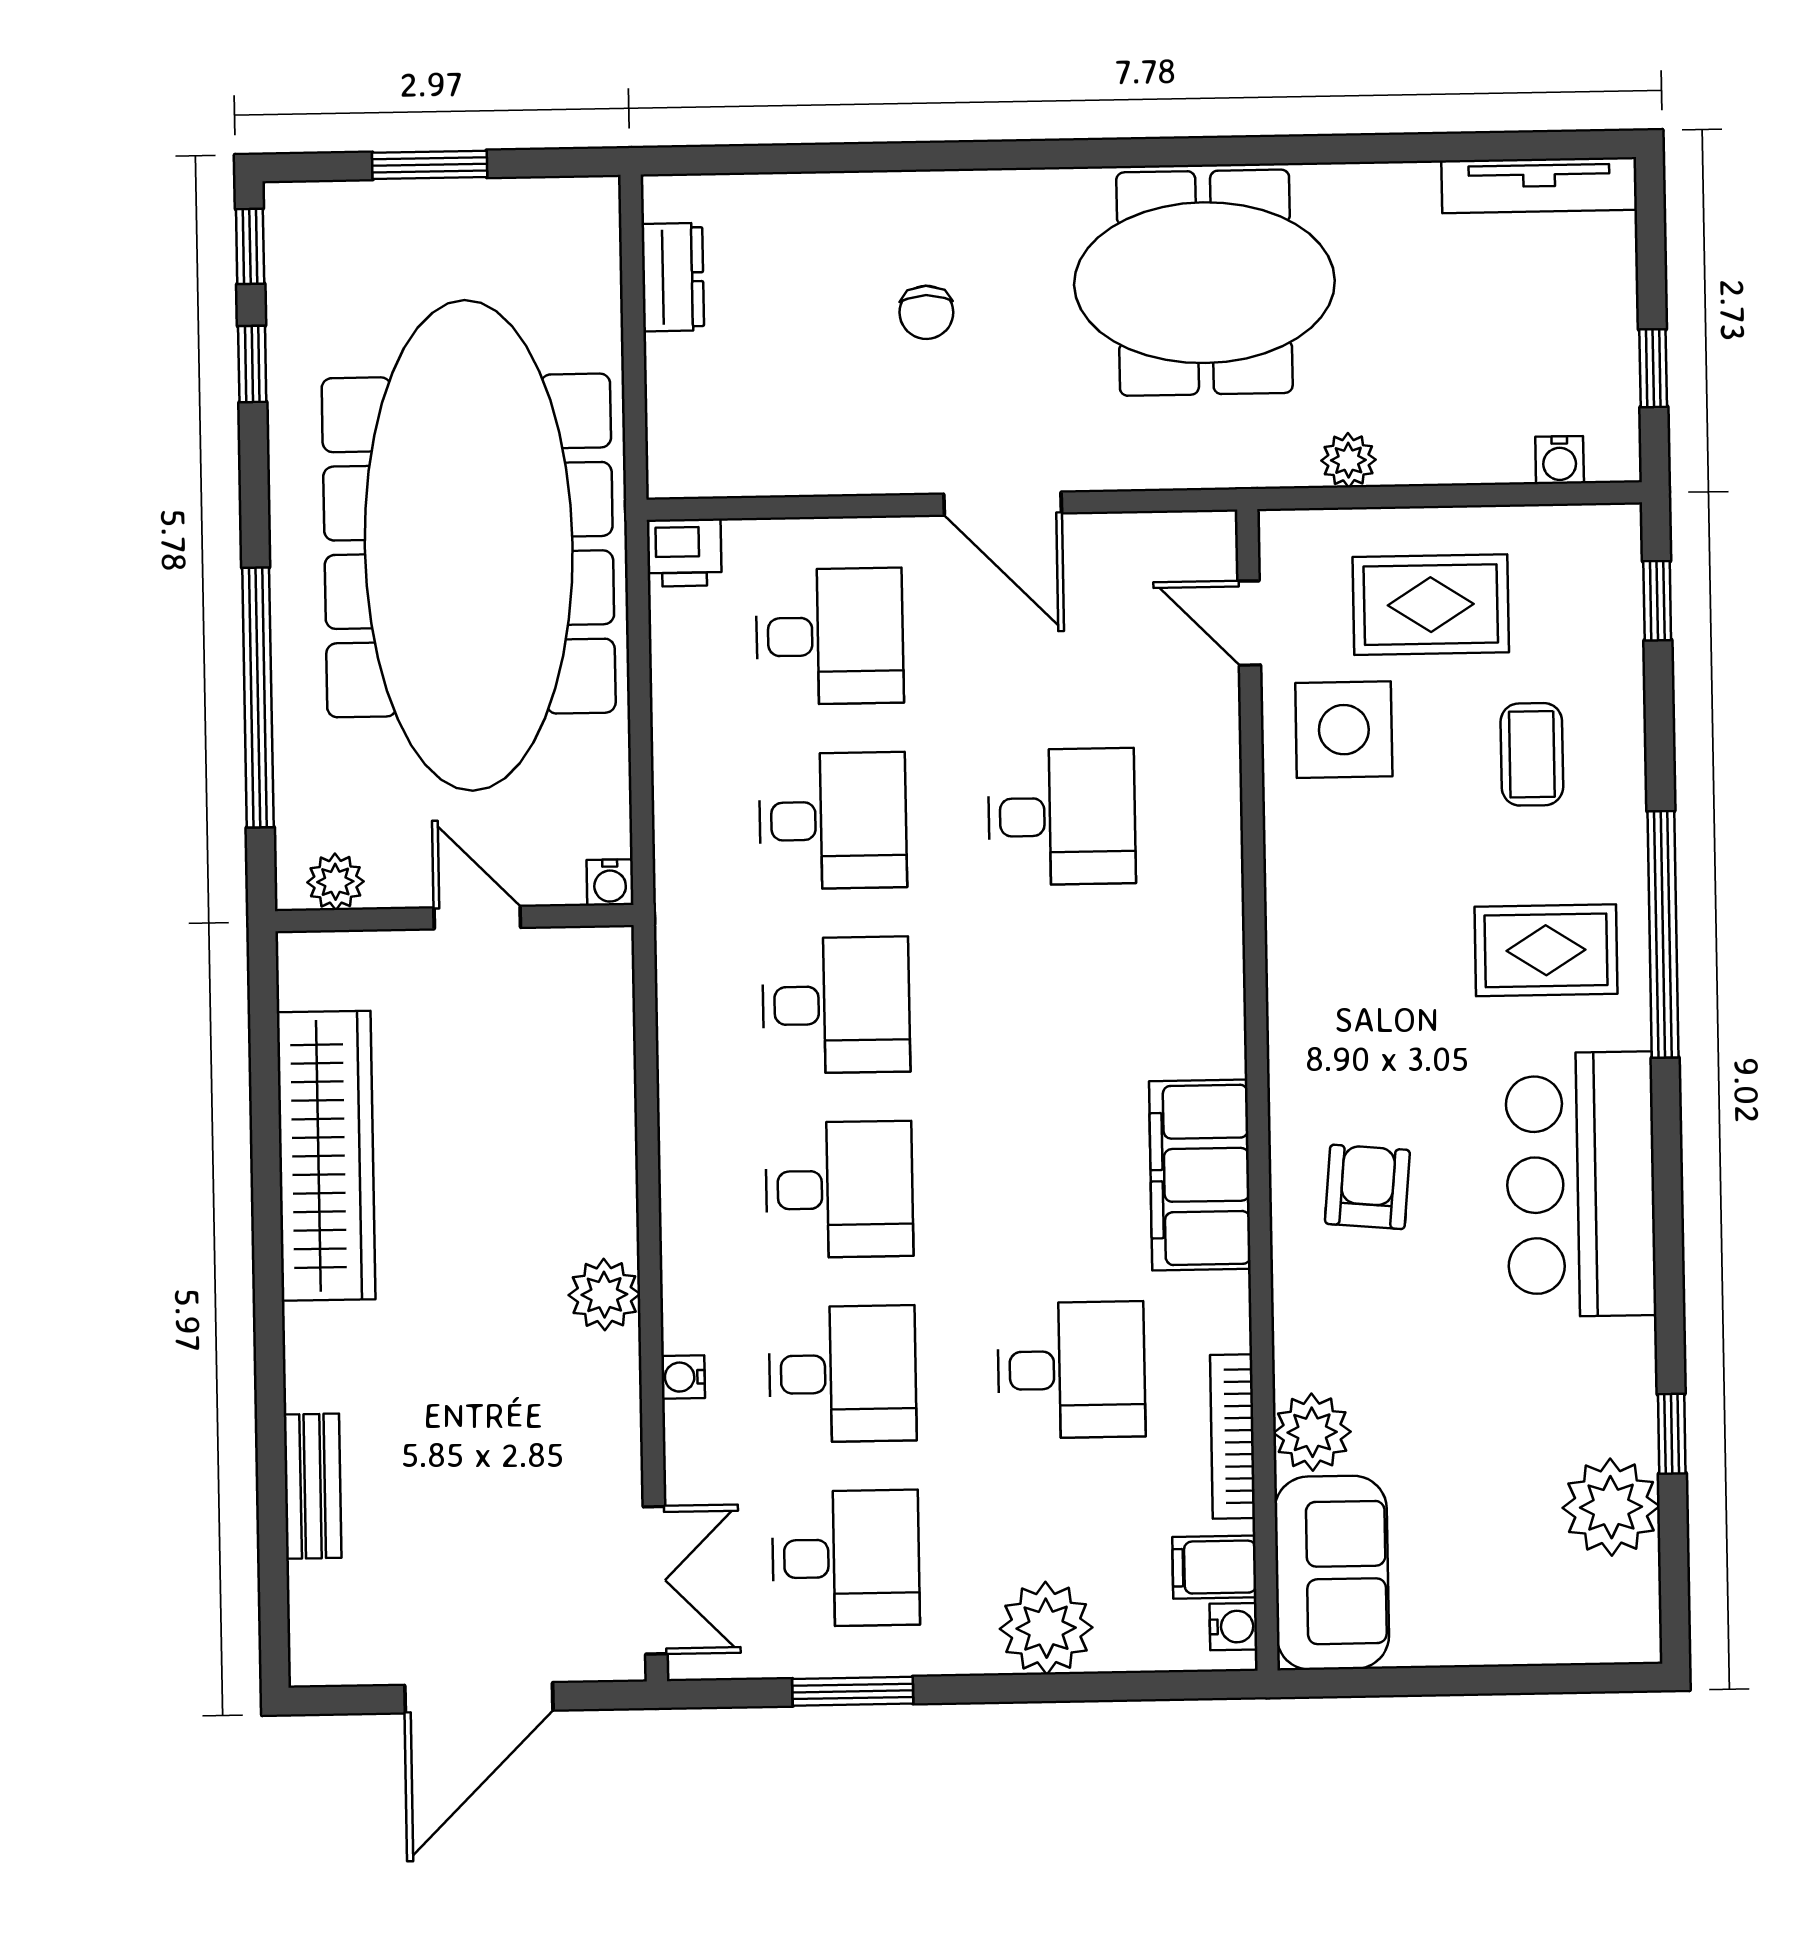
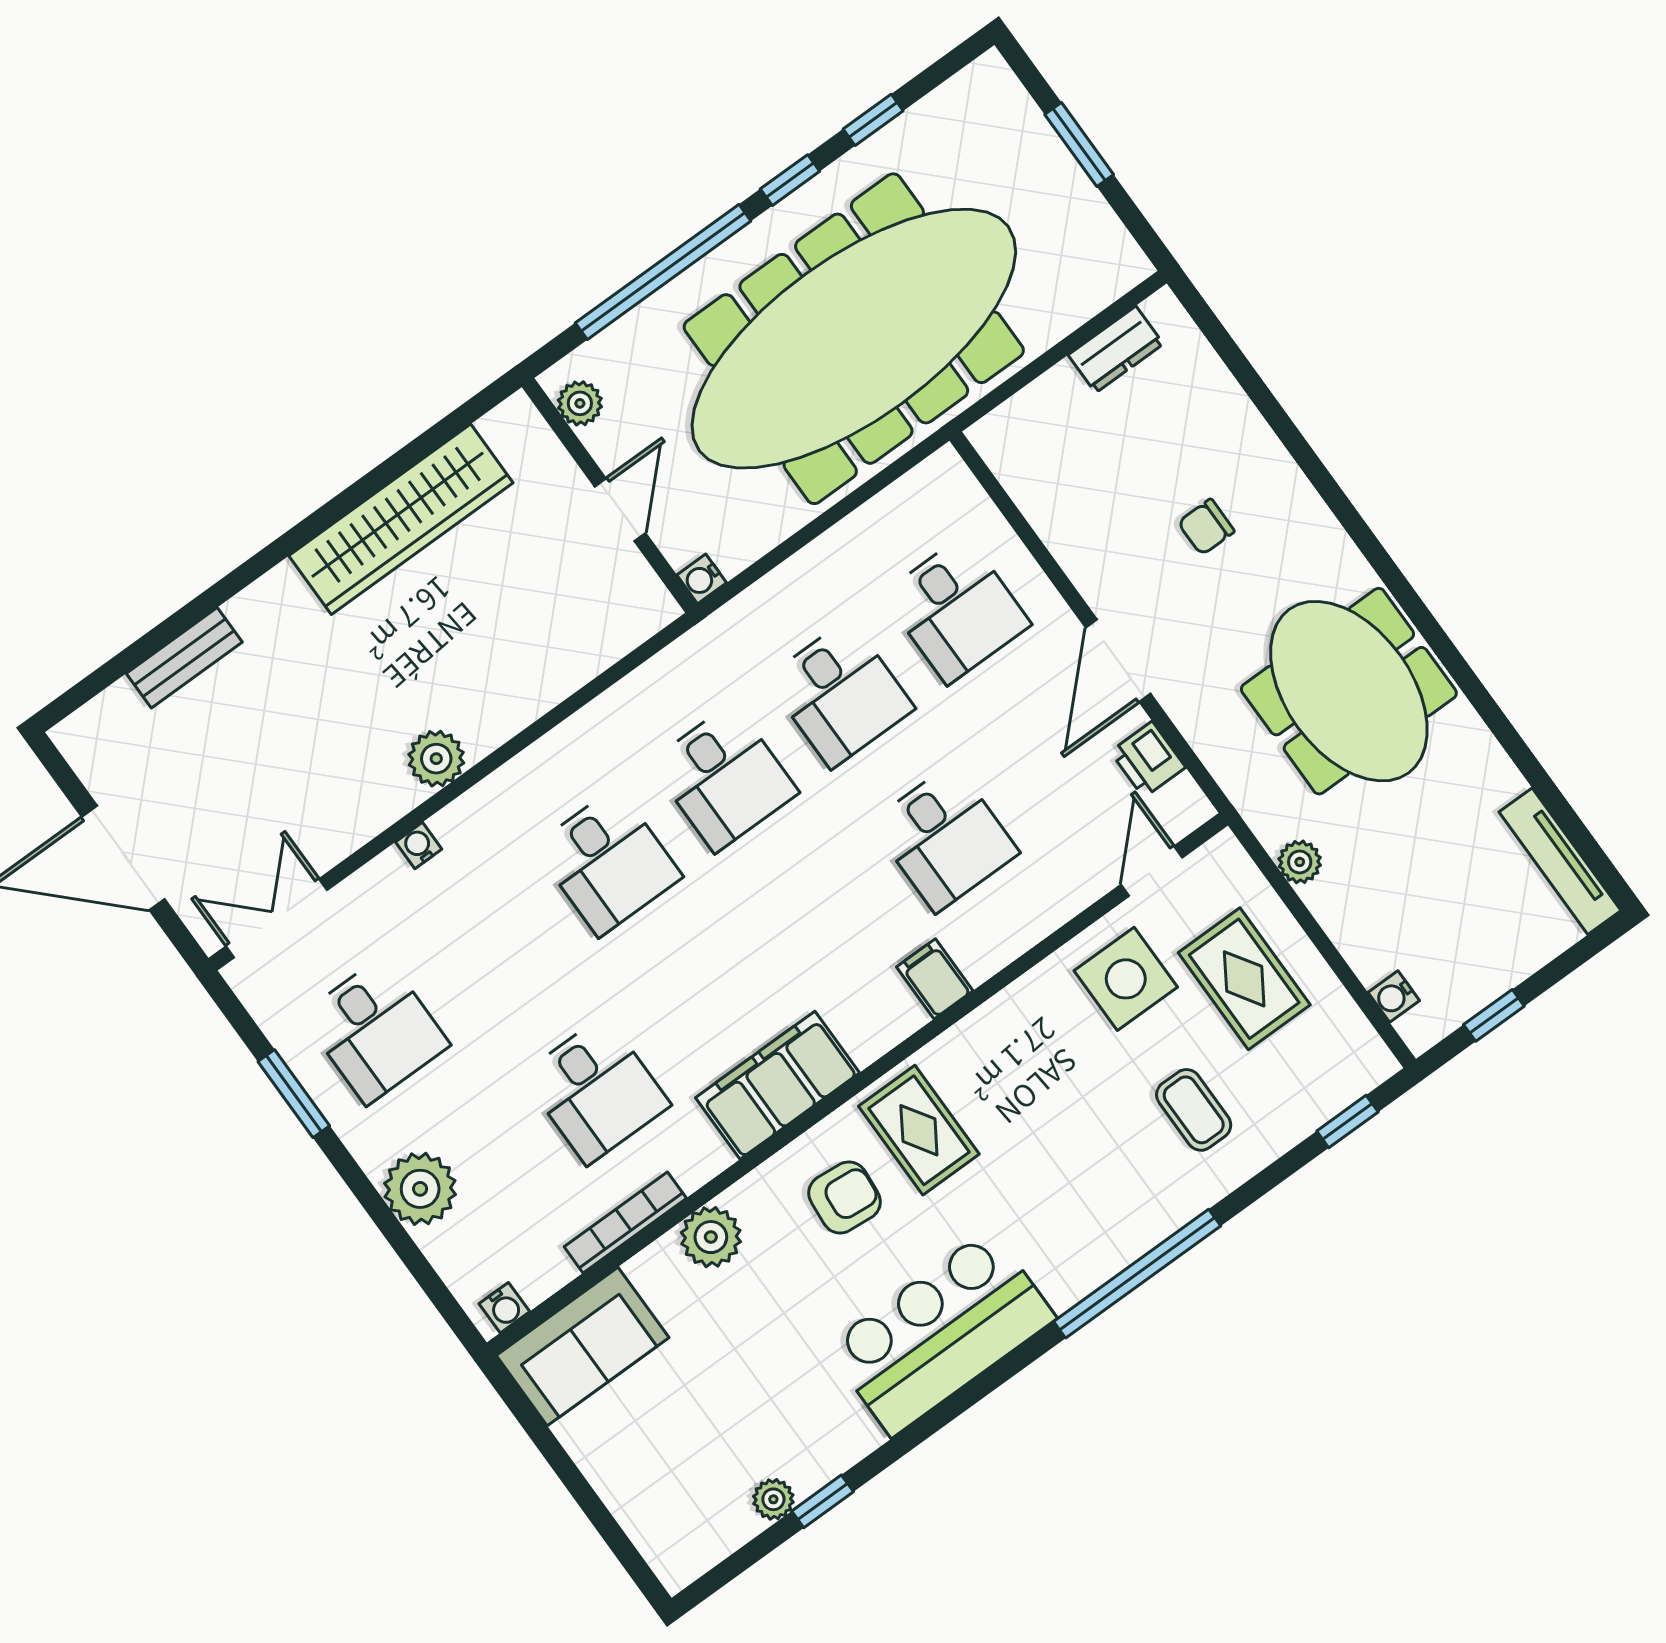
window: (250, 246) -> (790, 180), moved
printer: (684, 553) -> (1148, 759), moved
coffee table: (1532, 754) -> (1194, 1110), turned 90
rug: (1546, 950) -> (919, 1130), moved
desk: (843, 1374) -> (492, 946), removed
plant: (1312, 1432) -> (711, 1237), moved
plant: (1611, 1507) -> (773, 1499), width x0.53, depth x0.53
filing cabinet: (1214, 1567) -> (935, 979), moved
double door: (655, 1580) -> (277, 918), swing flipped

